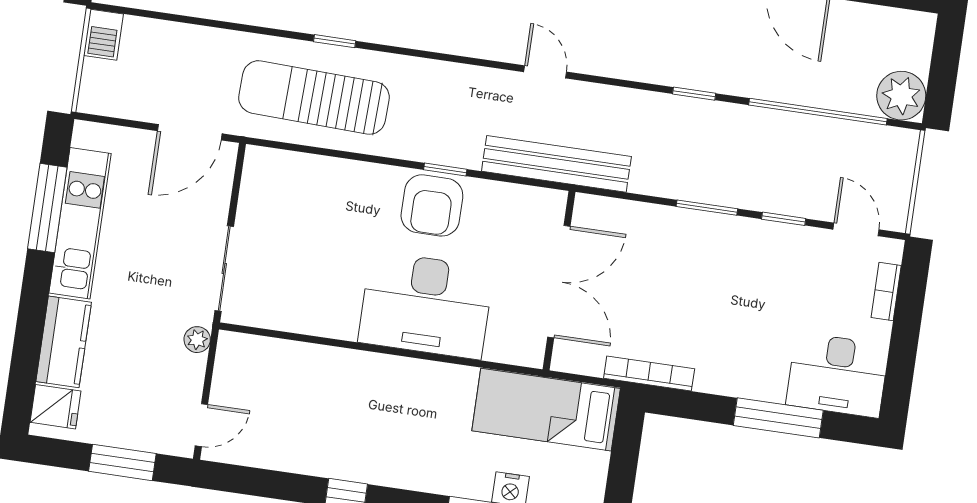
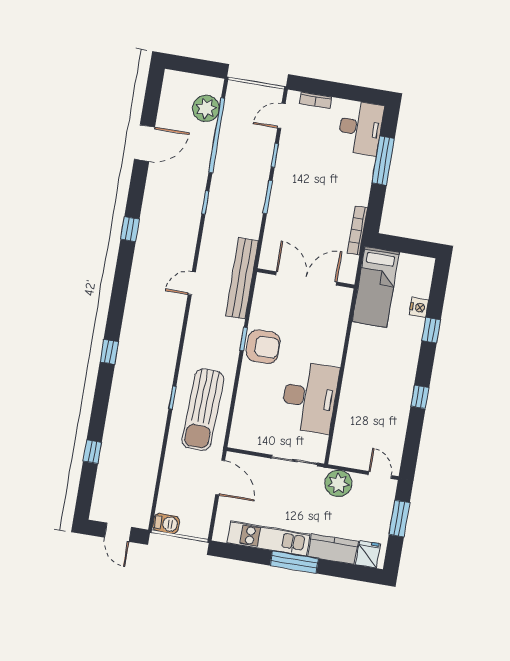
plant: (901, 96) -> (206, 108), moved
window: (47, 208) -> (294, 562), moved
desk: (426, 305) -> (310, 397), moved
plant: (197, 340) -> (338, 483), width x1.88, depth x1.88

